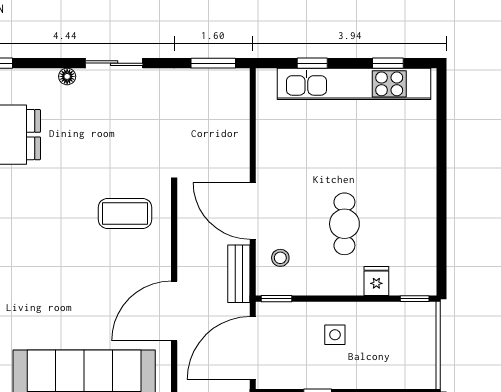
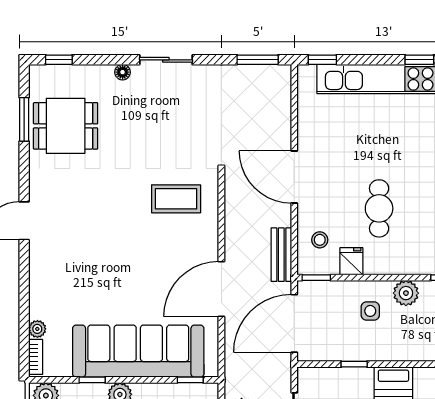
window: (312, 63) -> (322, 60), moved
door: (253, 211) -> (294, 177), moved
fridge: (376, 281) -> (351, 261), moved
plant: (374, 315) -> (406, 293), added

